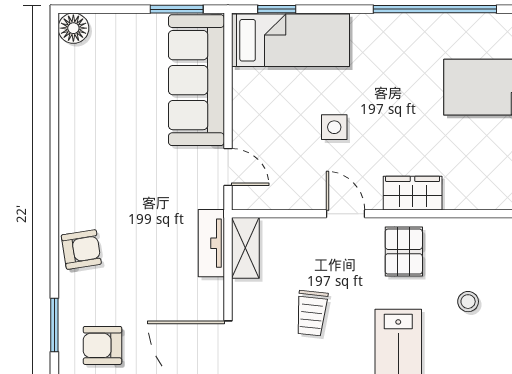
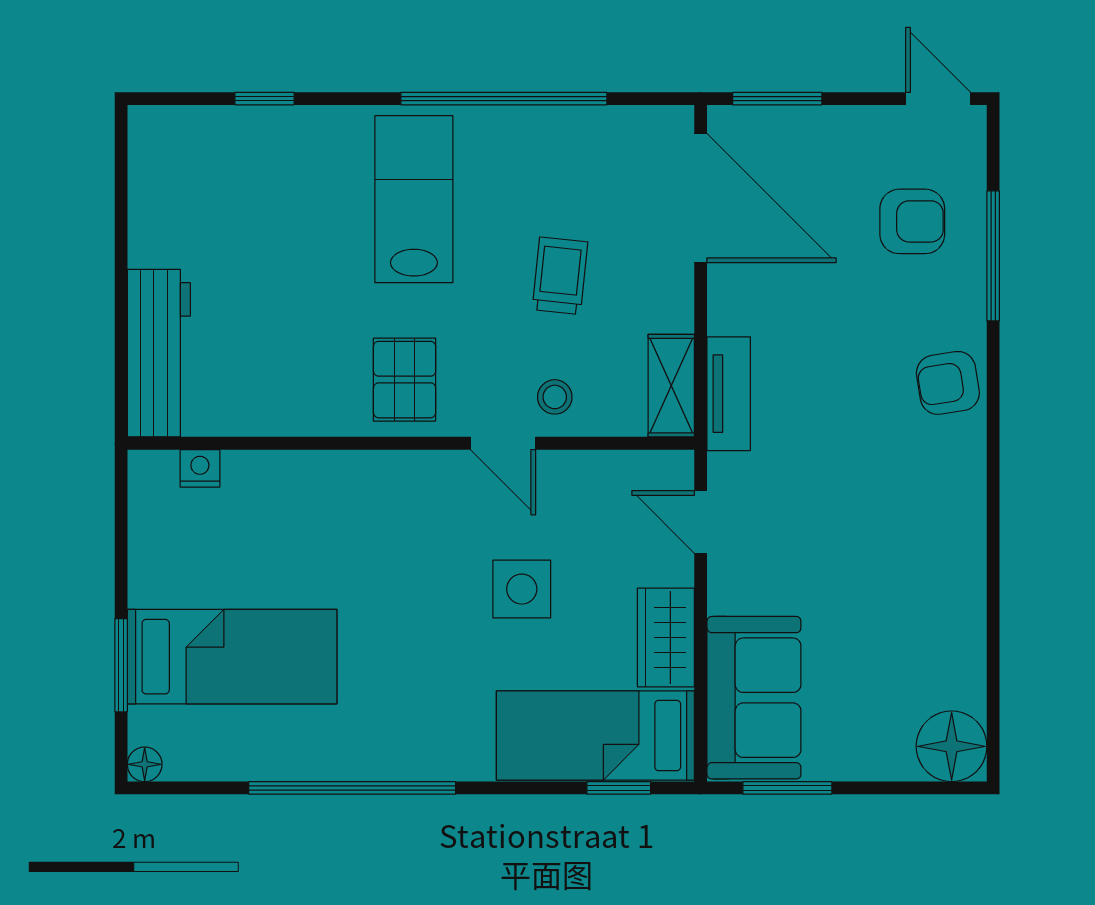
floor lamp: (73, 28) -> (952, 746), width x1.38, depth x1.38
sofa: (196, 80) -> (754, 698), width x0.73
side table: (334, 127) -> (522, 589), width x1.37, depth x1.37
wardrobe: (413, 193) -> (666, 638), moved, turned 90
stool: (468, 302) -> (555, 397), moved
window: (54, 325) -> (993, 256), width x1.44

